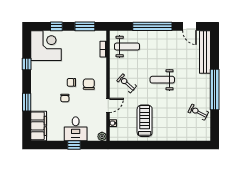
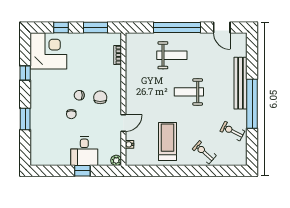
weight bench: (127, 47) -> (172, 55), moved
bench: (205, 52) -> (241, 83), moved
exercise bike: (127, 83) -> (204, 152), moved
filing cabinet: (39, 126) -> (40, 148), removed

